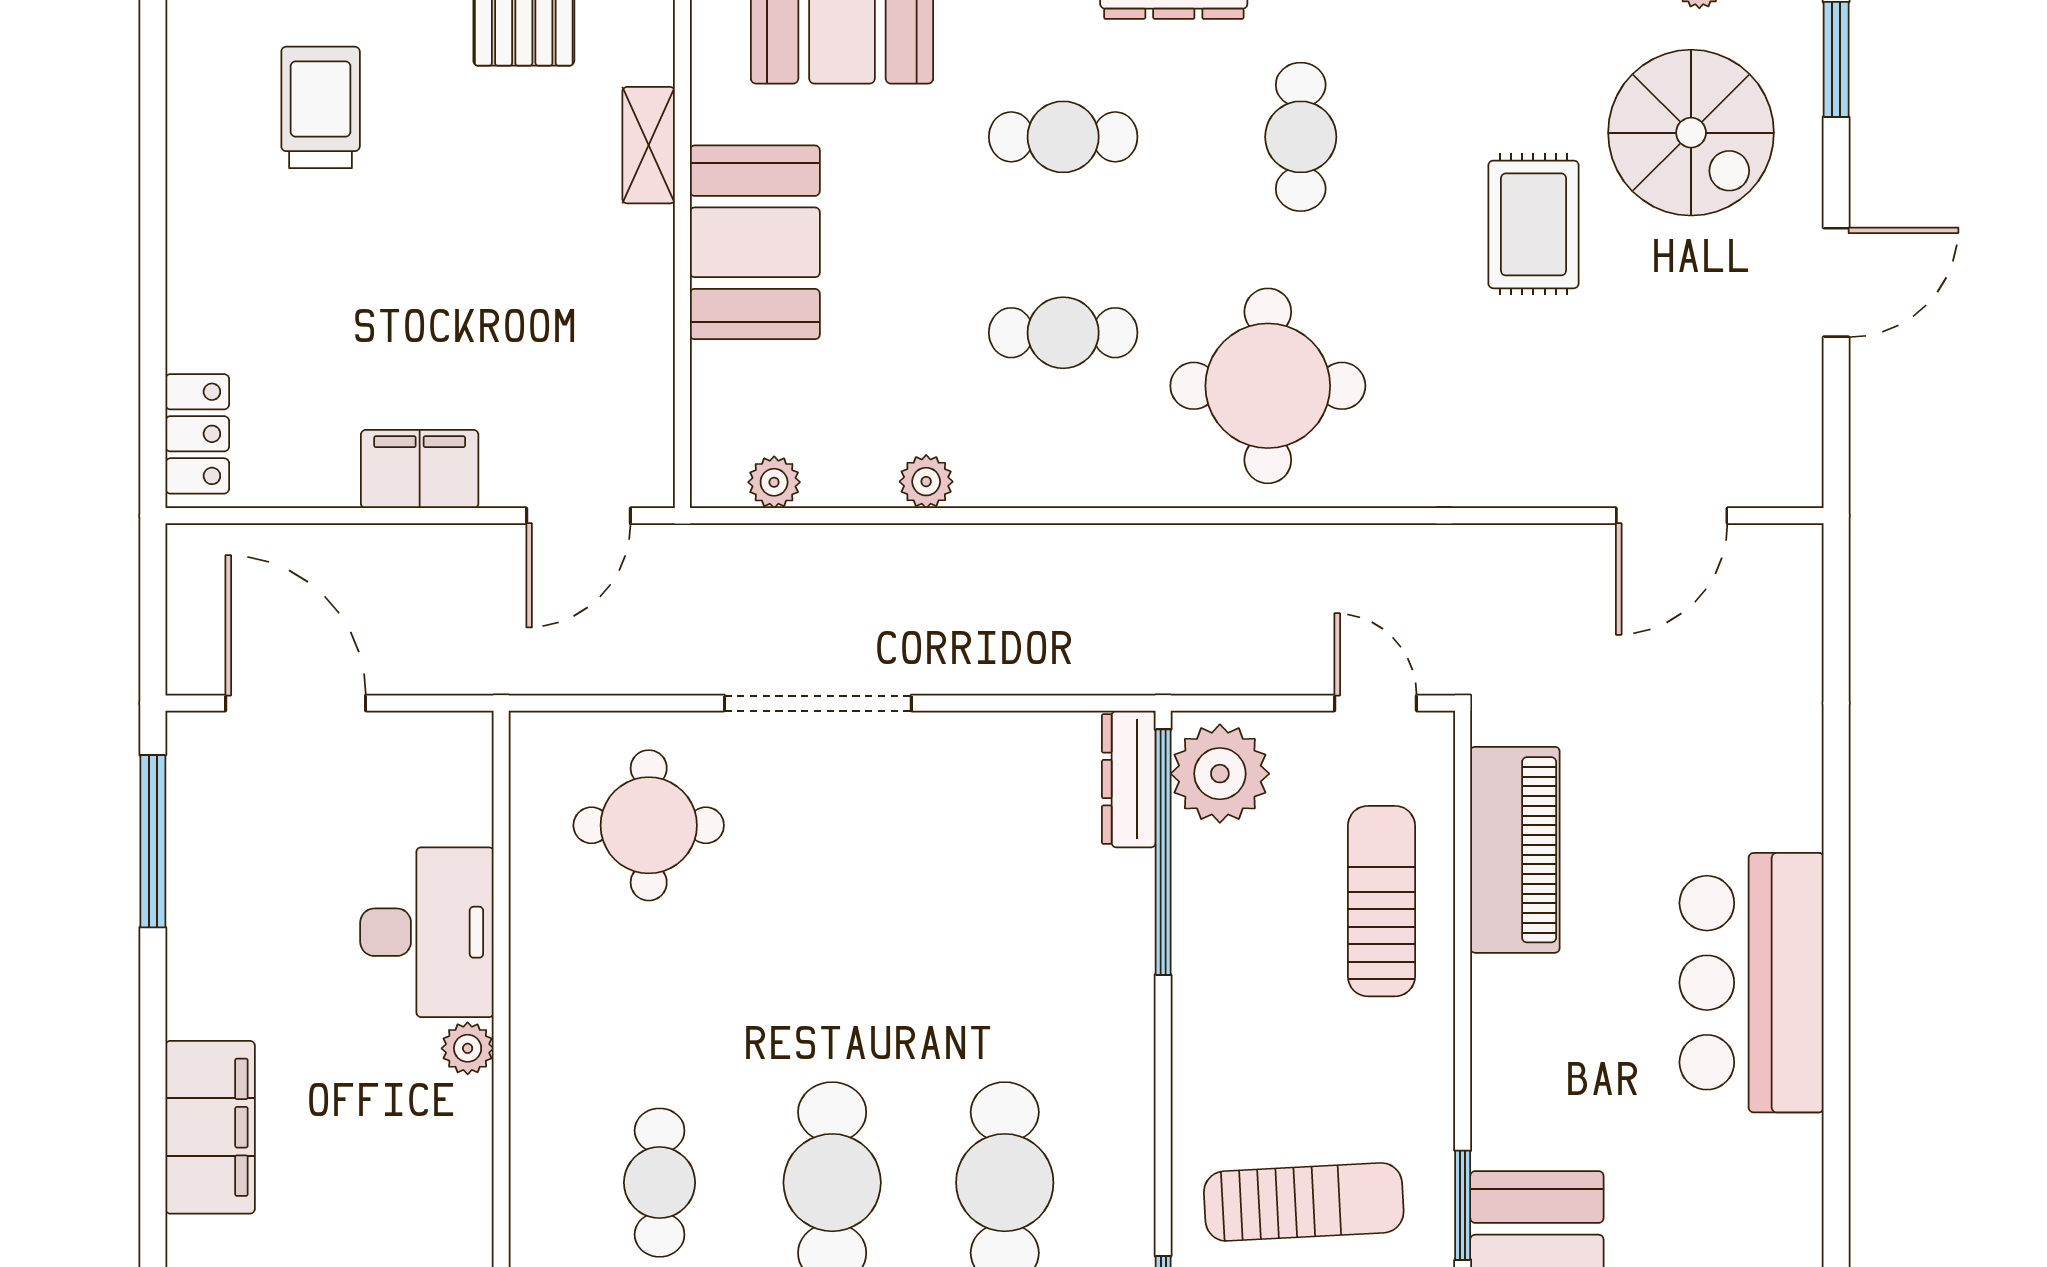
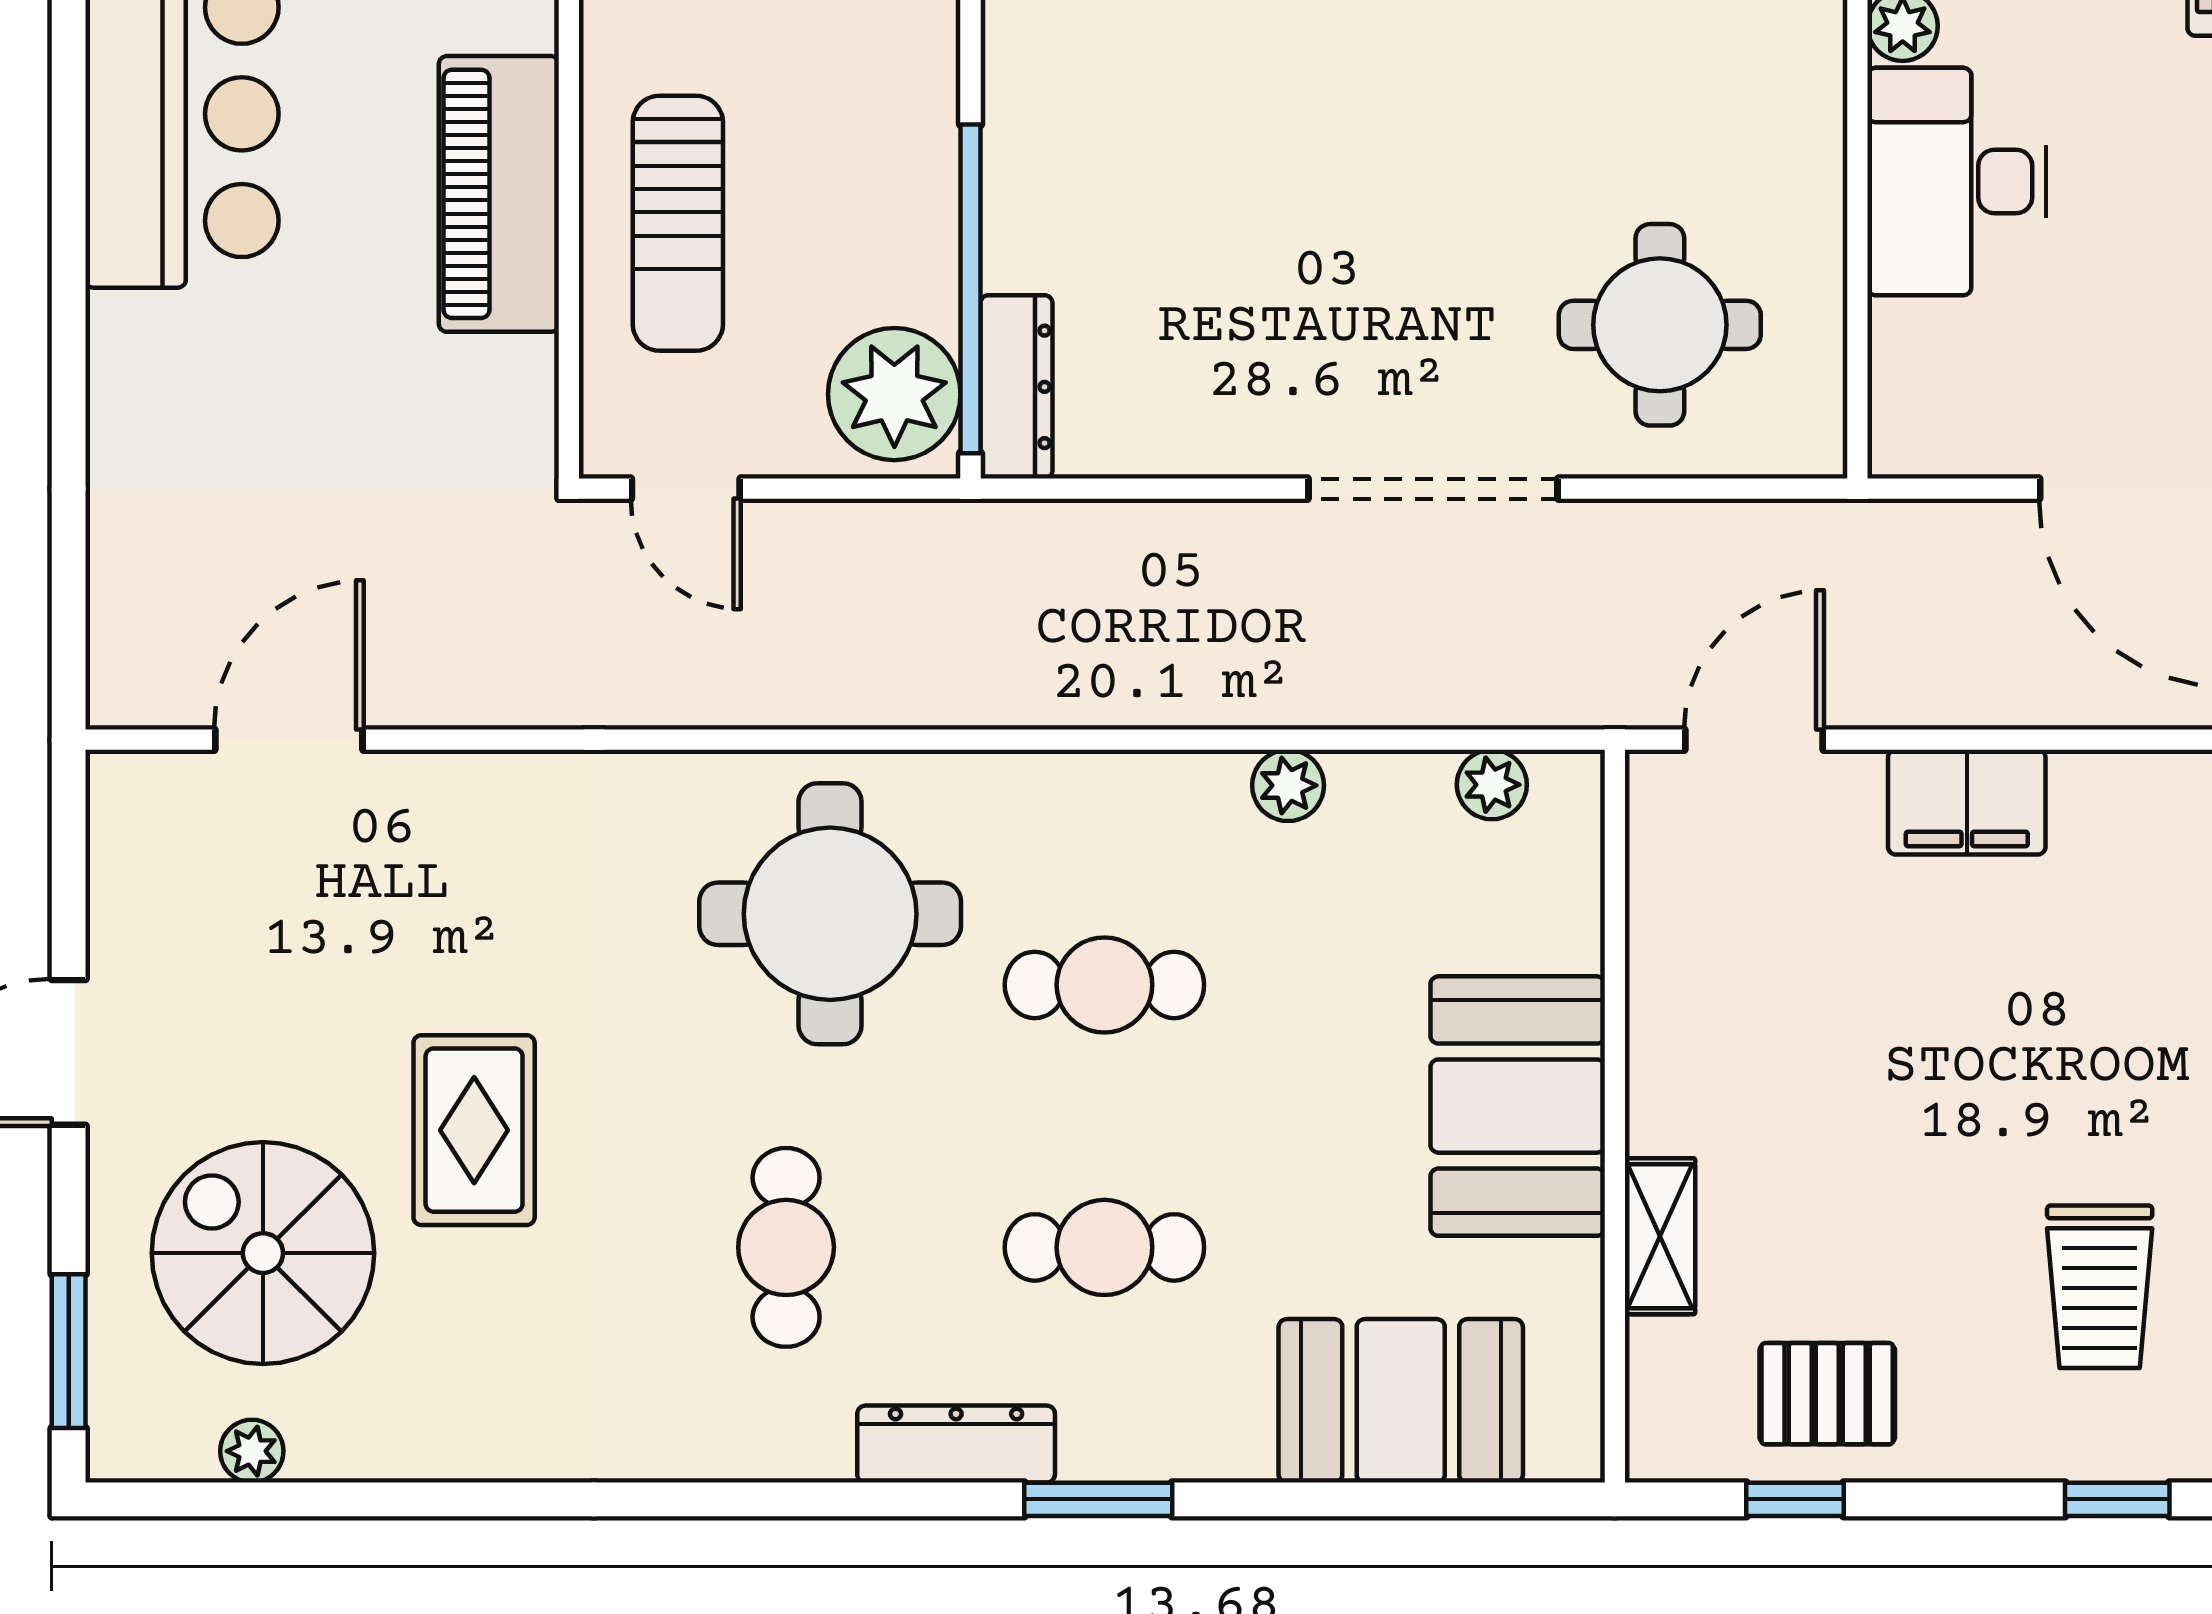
piano: (1515, 850) -> (499, 194), moved

